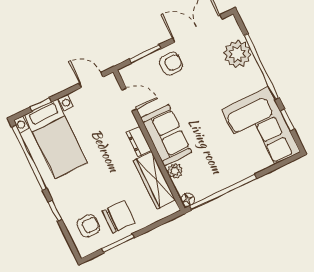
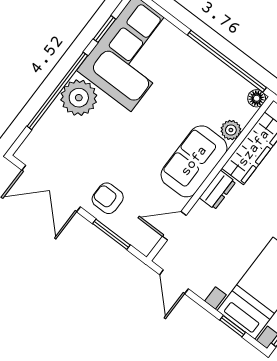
plant: (237, 54) -> (79, 98), moved
door: (129, 100) -> (174, 226), hinge flipped

